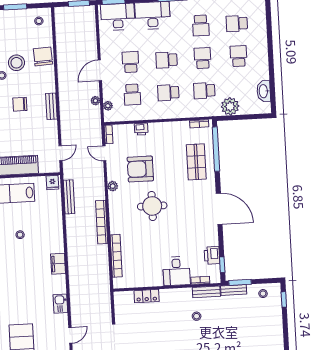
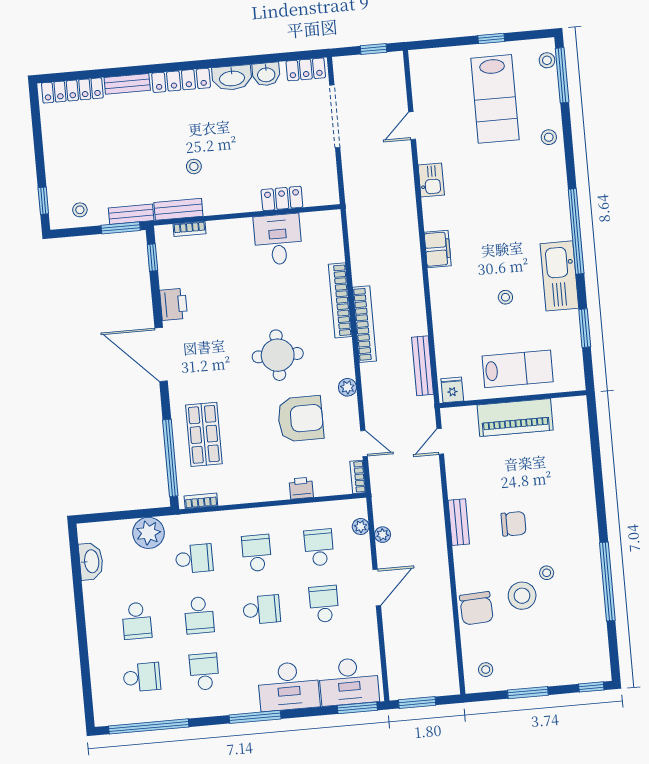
school desk: (131, 62) -> (324, 604), turned 180
school desk: (168, 93) -> (257, 553), turned -90
printer: (212, 255) -> (174, 304), moved
bookcase: (116, 256) -> (340, 300), moved
desk: (176, 271) -> (278, 239), moved

